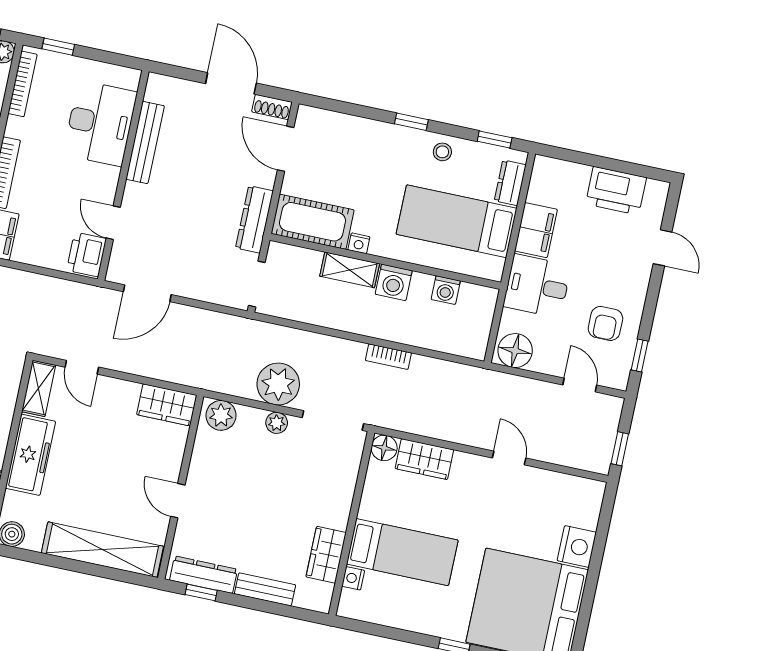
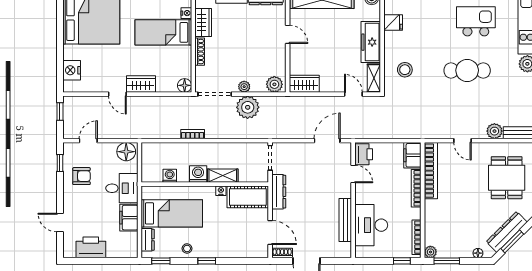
armchair: (605, 323) -> (82, 176), turned 90
door: (580, 385) -> (88, 141), swing flipped
wardrobe: (424, 459) -> (141, 84), moved
shoe rack: (344, 503) -> (200, 52), added
nightstand: (577, 547) -> (72, 70), moved

